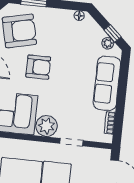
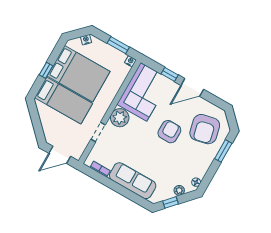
plant: (108, 43) -> (179, 190), moved
armchair: (38, 67) -> (169, 132), turned 180

